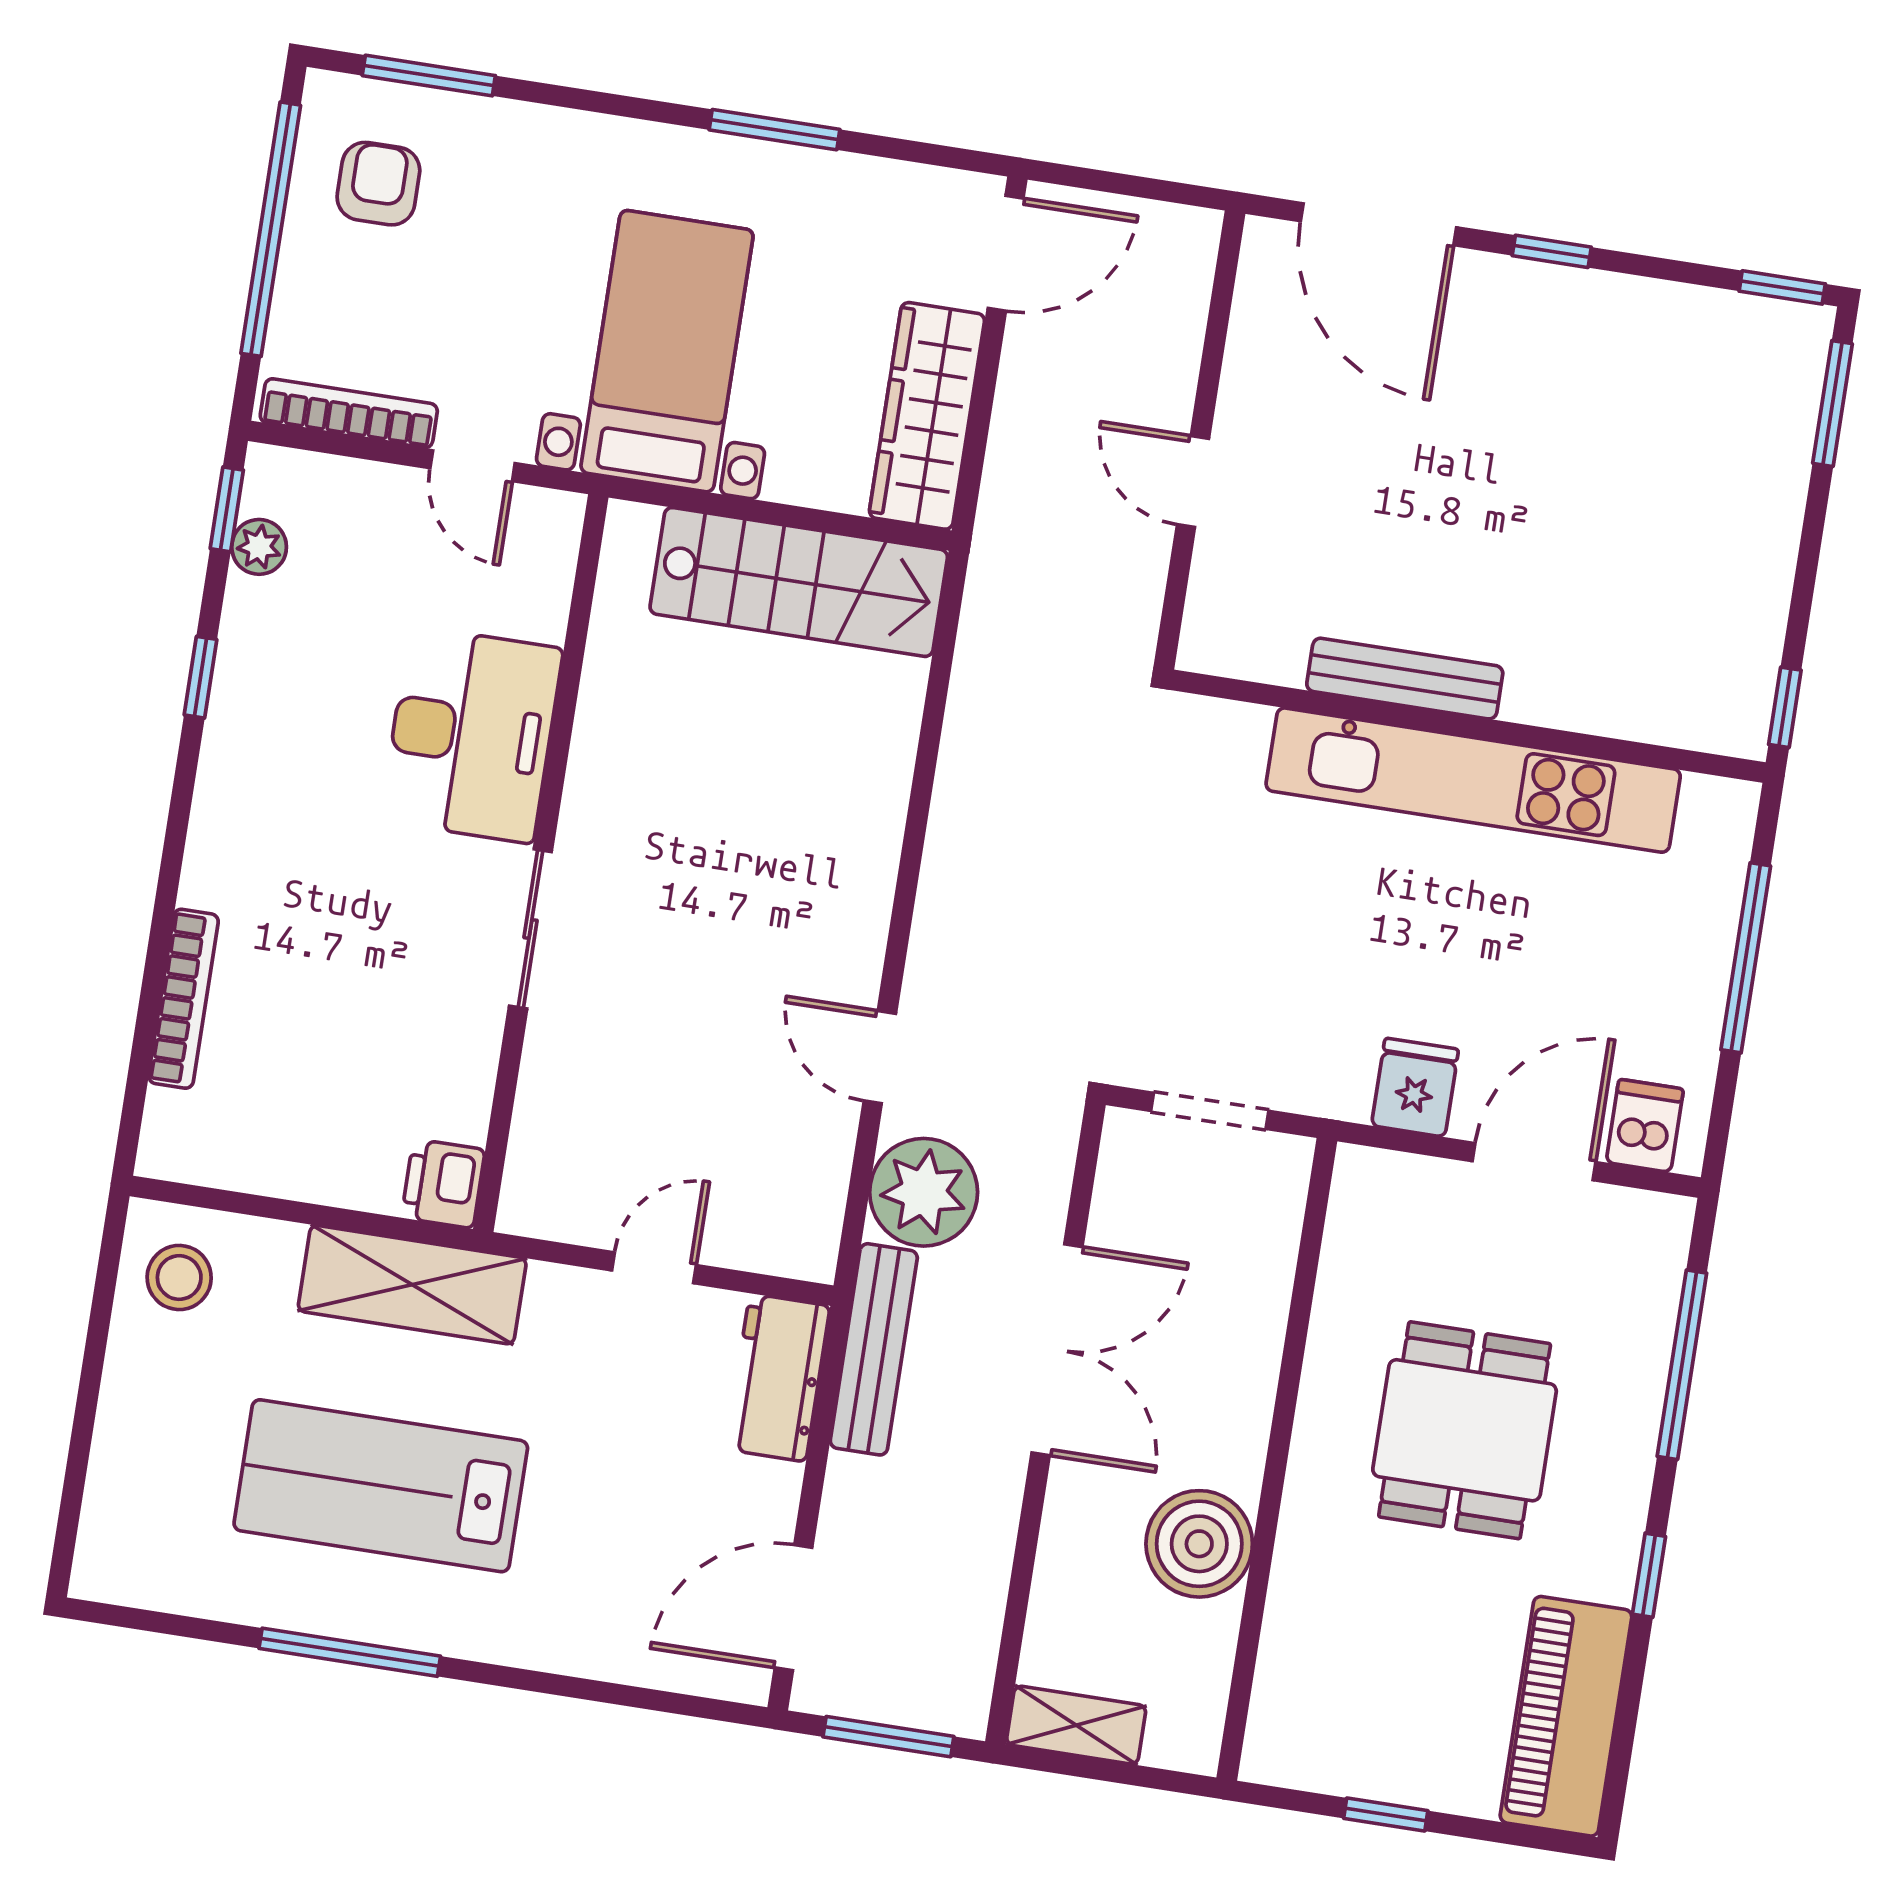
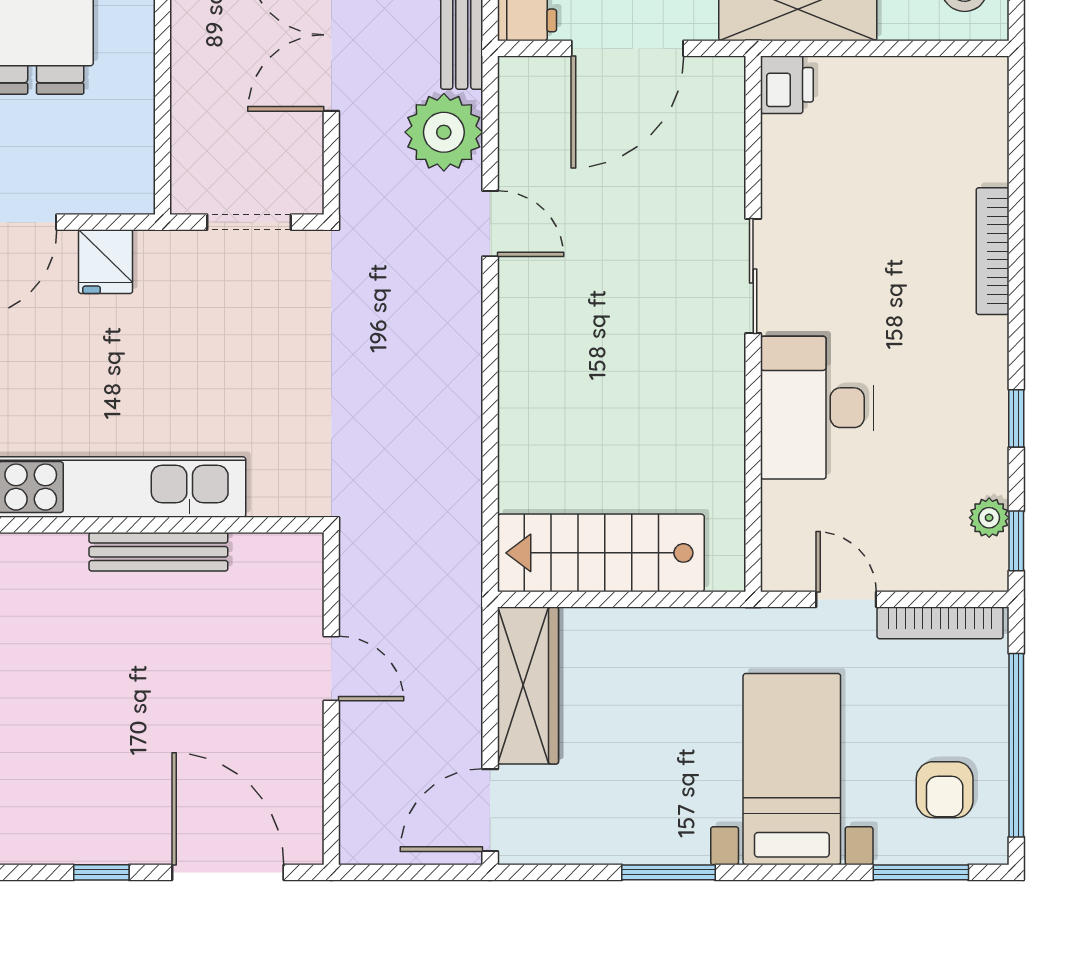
bed with nightstands: (667, 351) -> (792, 769), moved, turned 180
bookcase: (183, 999) -> (993, 251), moved
door: (654, 1268) -> (627, 48), width x1.87

